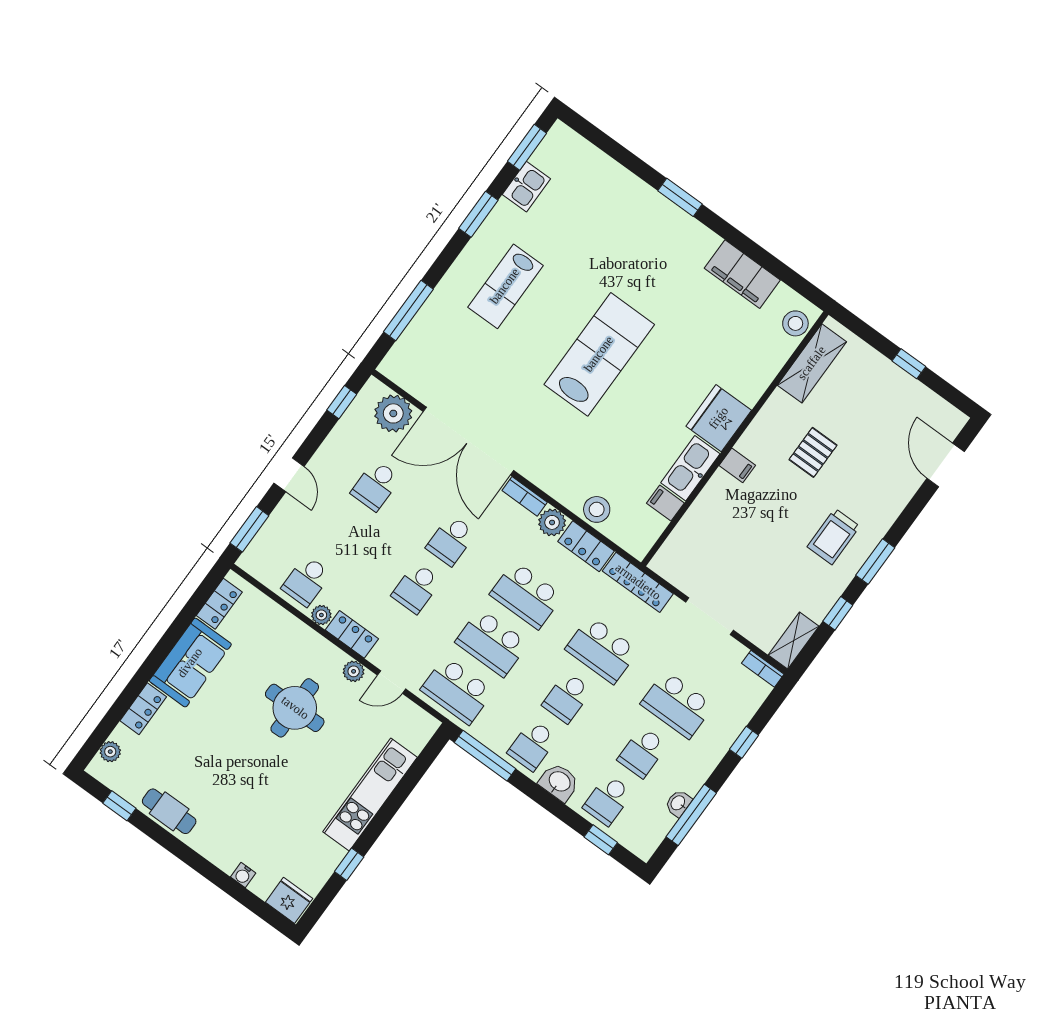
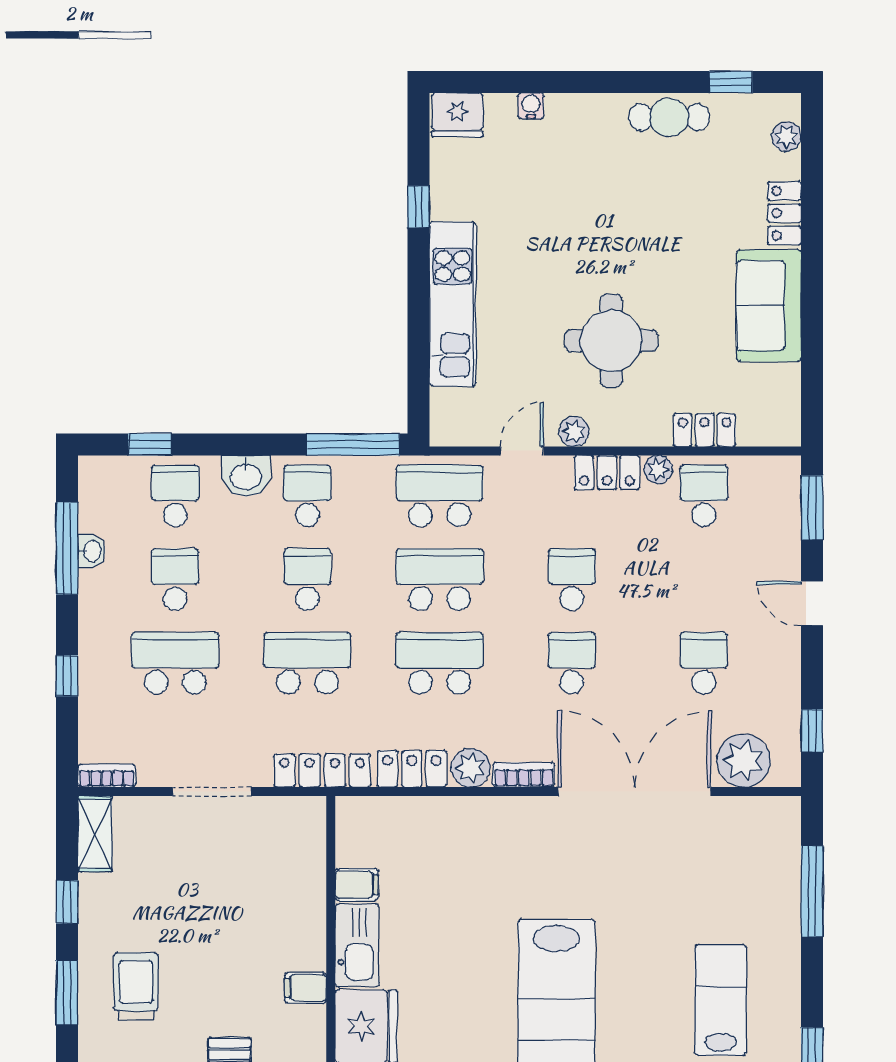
stool: (597, 509) -> (430, 820), removed
locker: (219, 604) -> (705, 430), moved, turned 90

